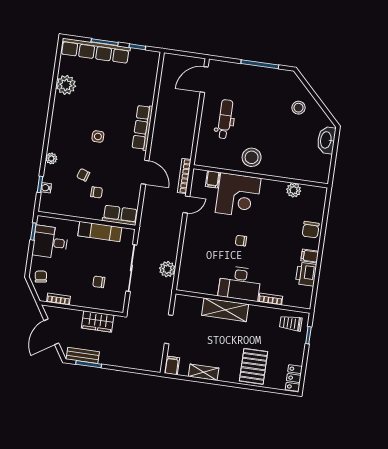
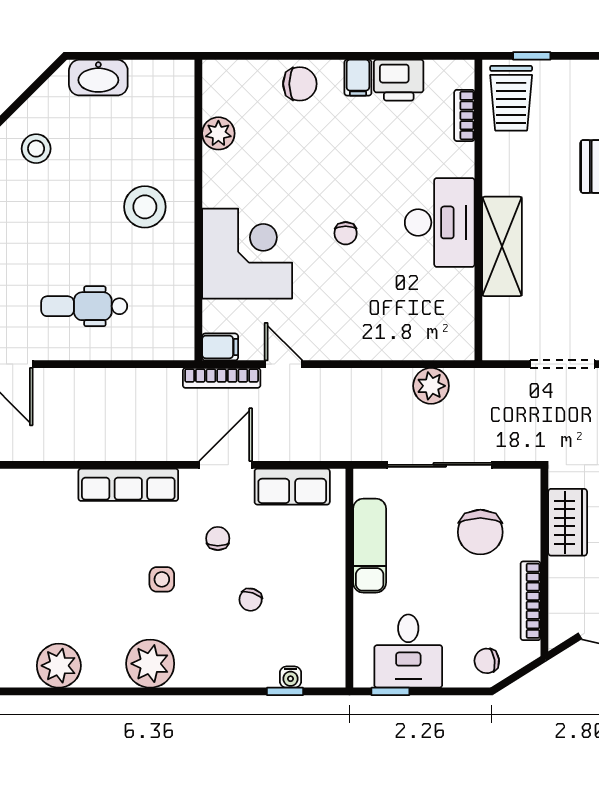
stool: (252, 157) -> (145, 207), moved
plant: (51, 158) -> (150, 664), moved, width x1.87, depth x1.87
filing cabinet: (213, 179) -> (220, 347), moved
chair: (97, 192) -> (218, 538), moved
row of seats: (120, 215) -> (292, 487), moved, turned -90
chair: (99, 282) -> (480, 532), width x1.87, depth x1.87
bookcase: (59, 299) -> (531, 601), width x1.56
bookcase: (271, 299) -> (464, 115), moved
trolley: (291, 323) -> (511, 98), width x1.36, depth x1.39

